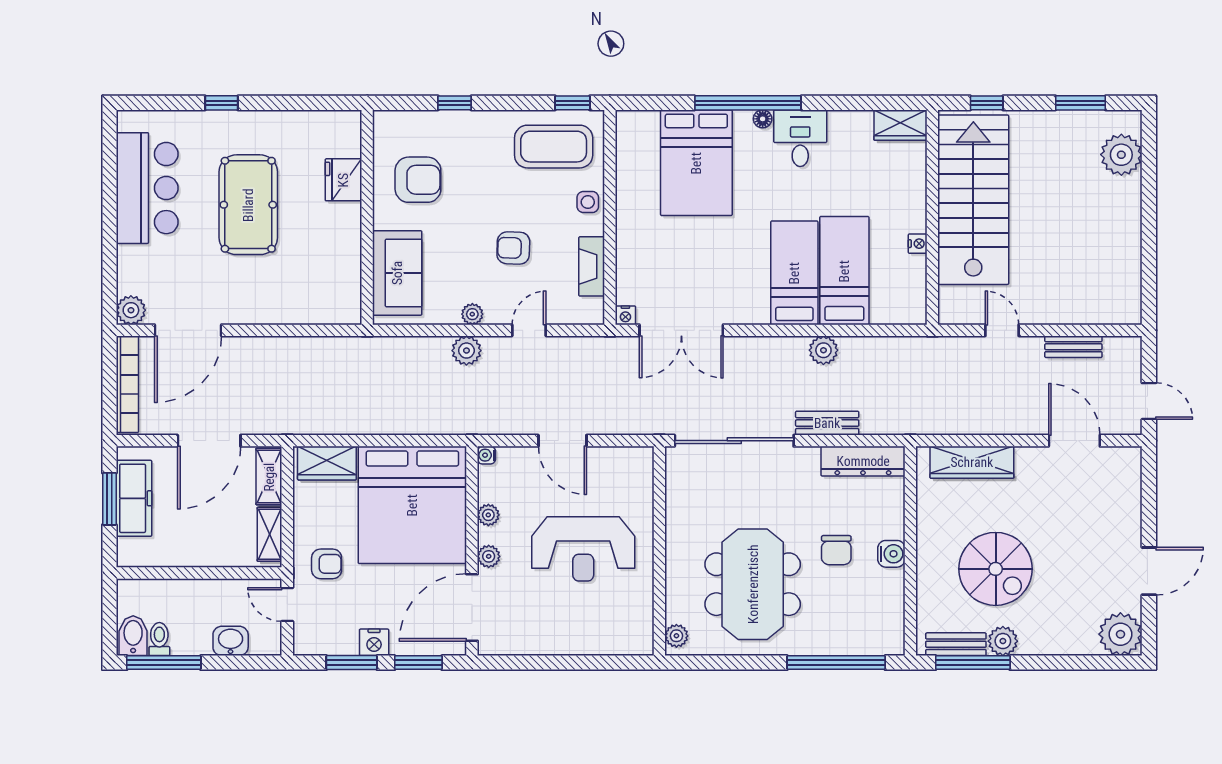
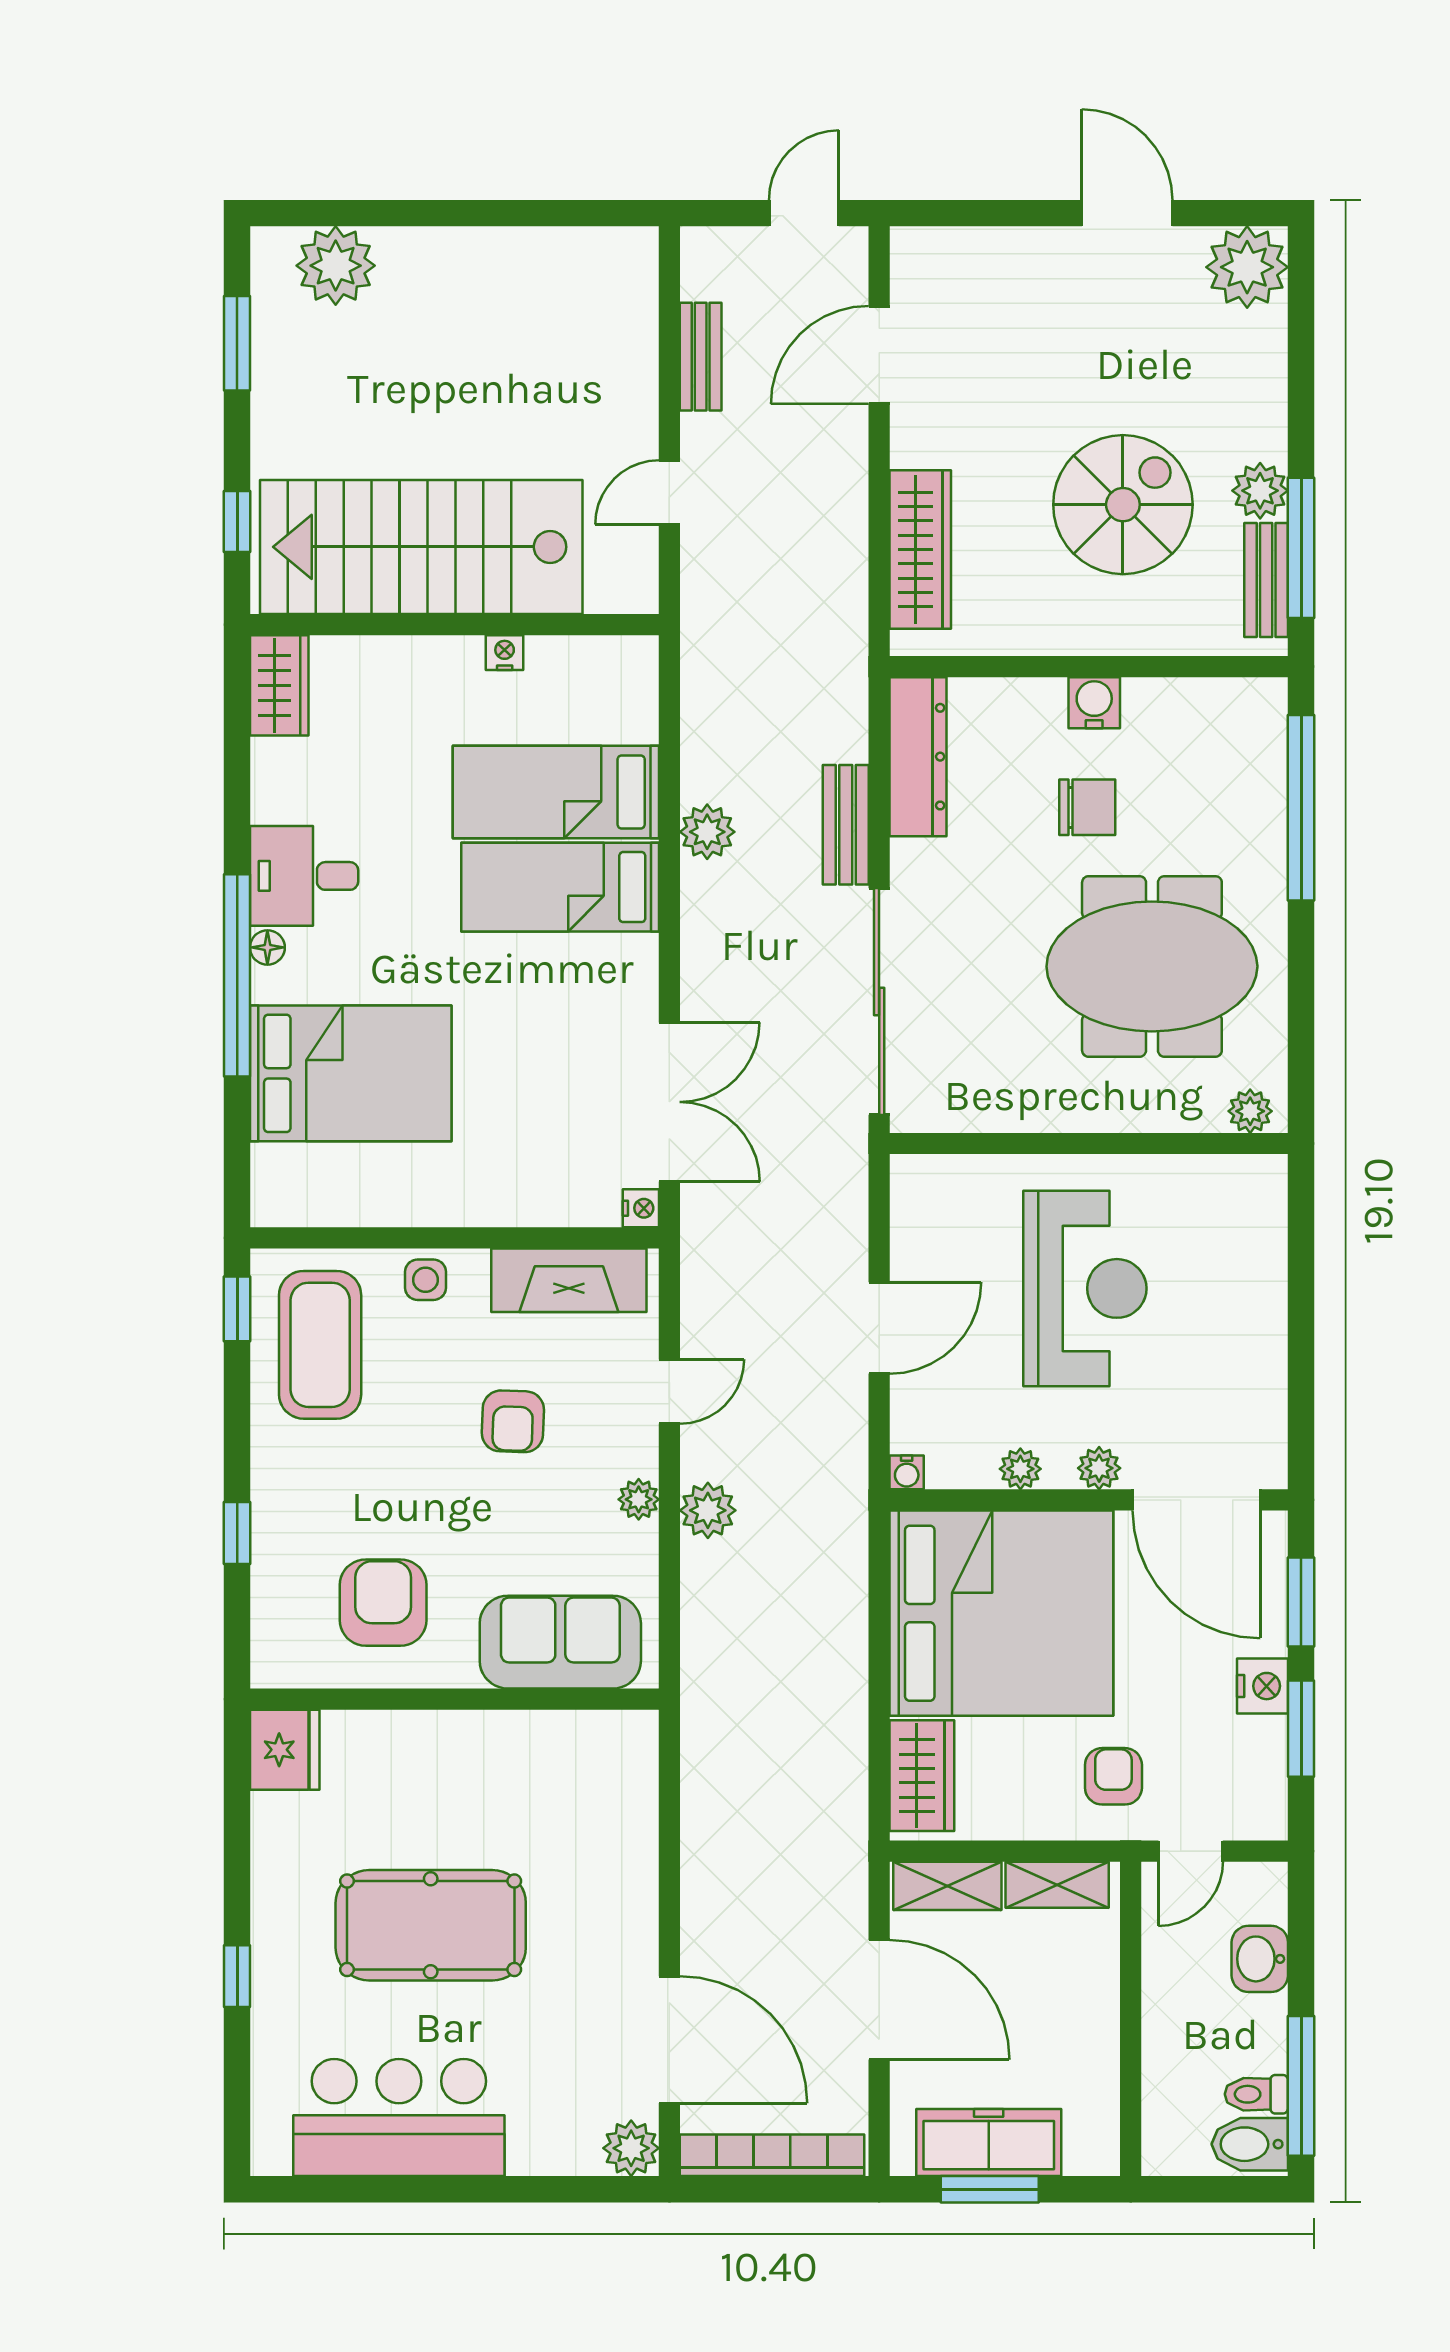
fridge: (343, 180) -> (285, 1750), moved, turned -90
fireplace: (592, 266) -> (569, 1280), width x1.37, depth x1.32
door: (529, 330) -> (669, 1391), swing flipped

